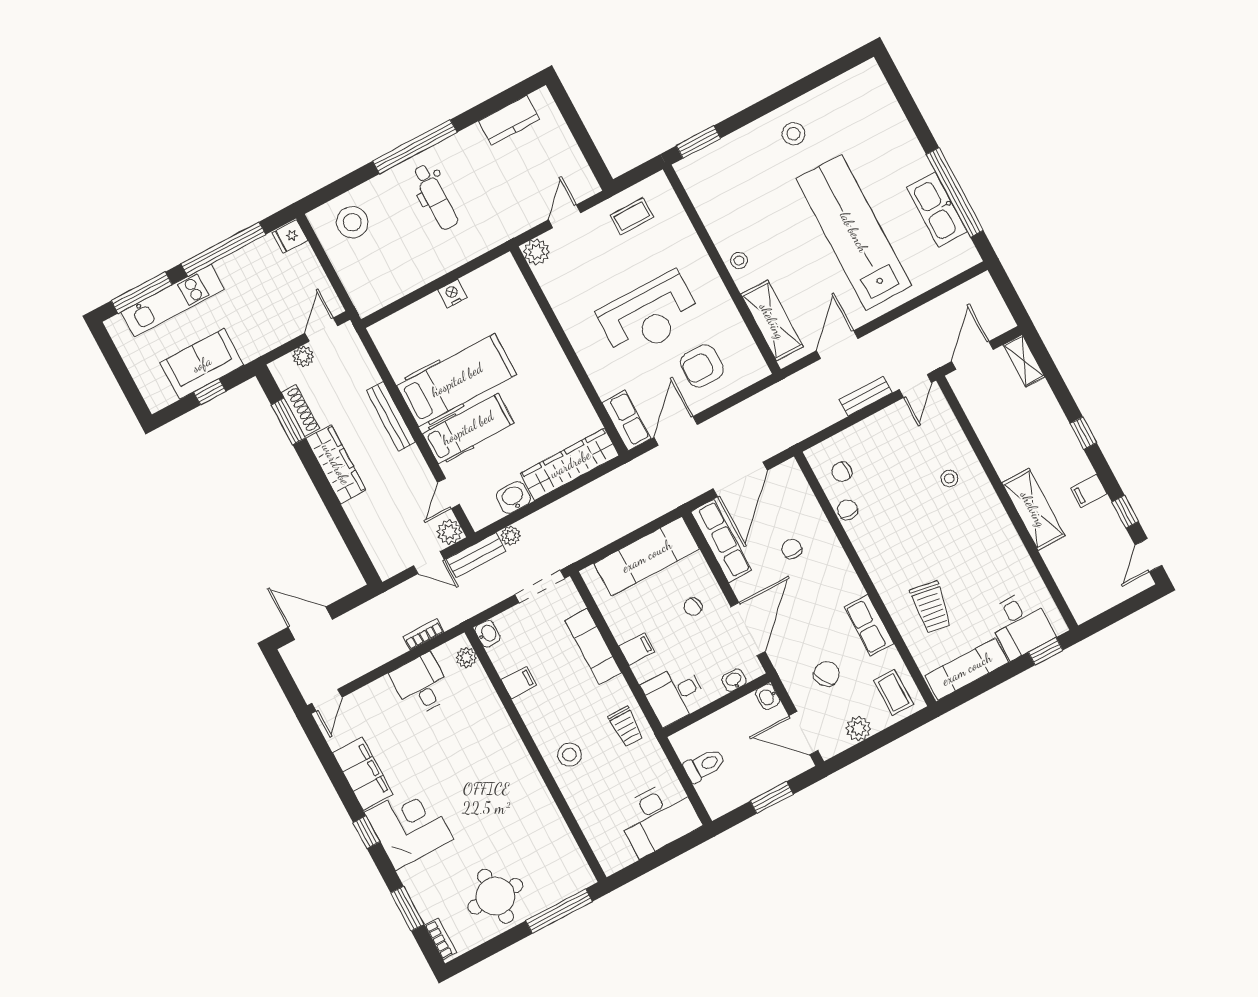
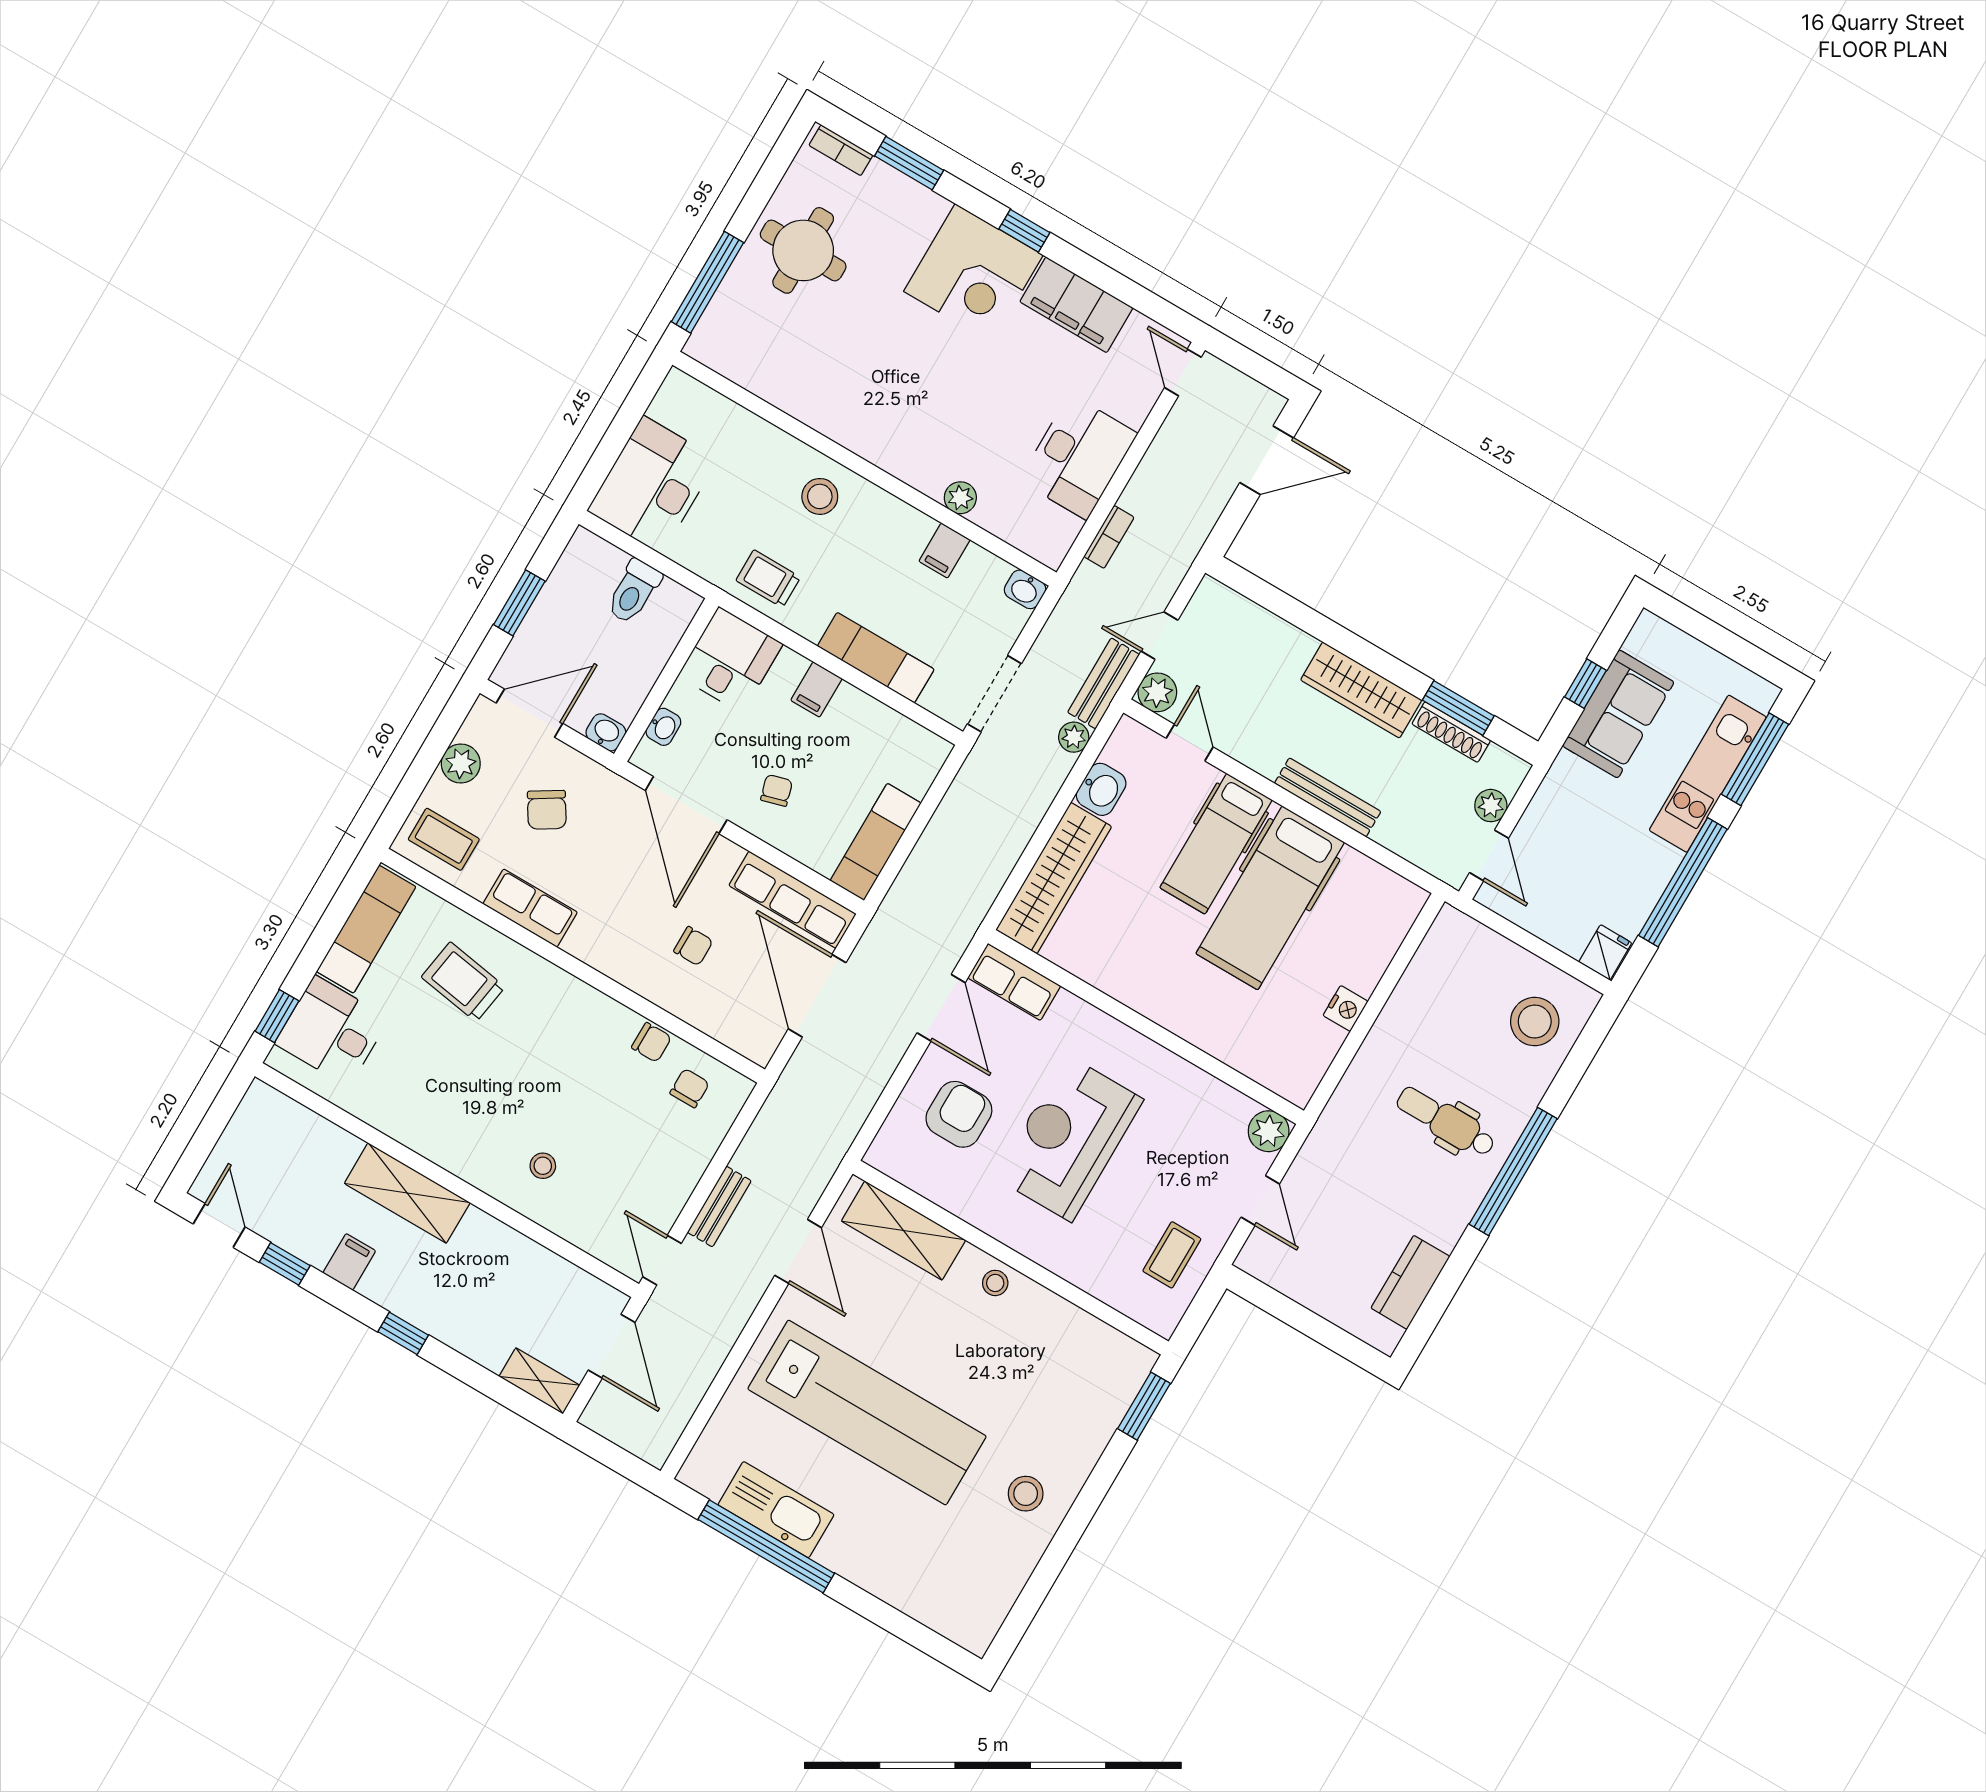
exam couch: (647, 556) -> (876, 842), width x0.73, depth x0.69
plant: (466, 658) -> (960, 498), moved
desk: (421, 685) -> (1078, 457), width x1.37

